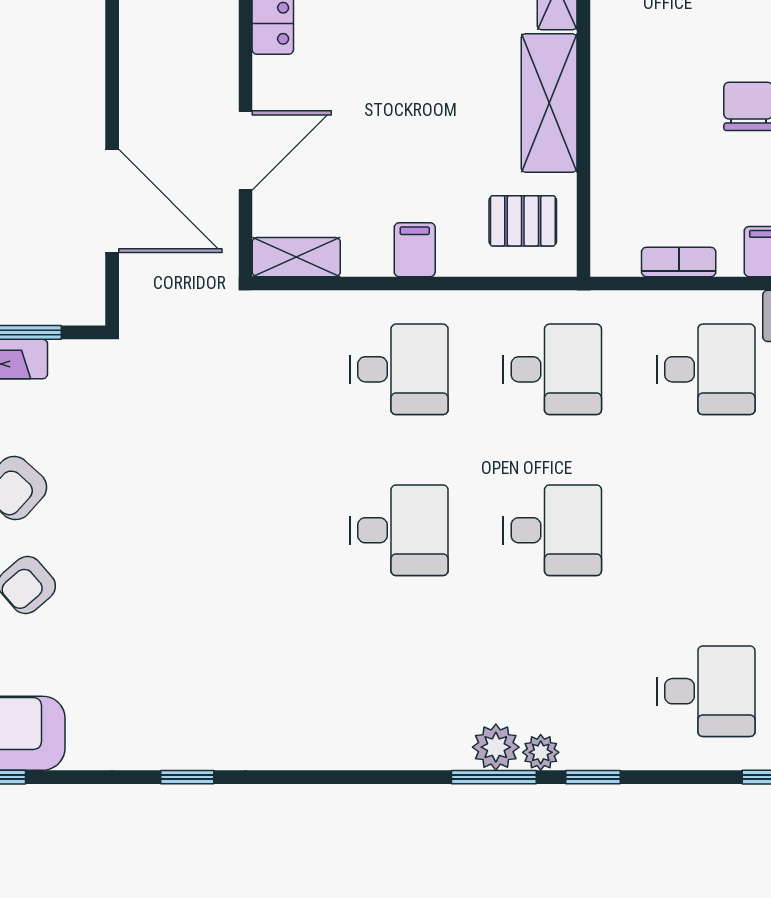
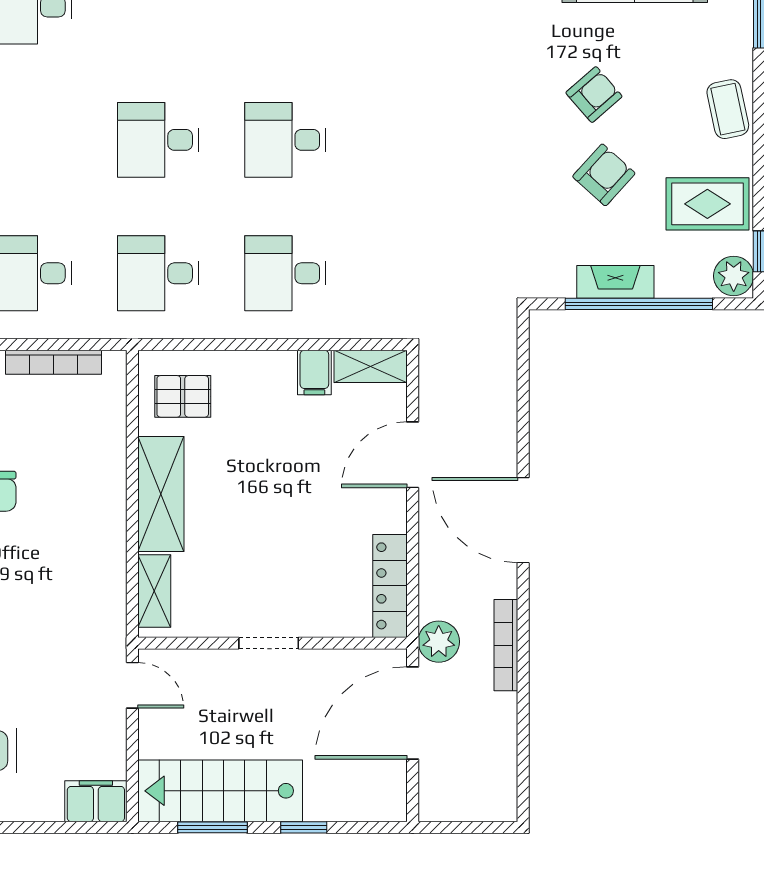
door: (112, 201) -> (523, 520), moved
filing cabinet: (415, 250) -> (314, 372), moved
bookcase: (679, 262) -> (54, 362), width x1.56

